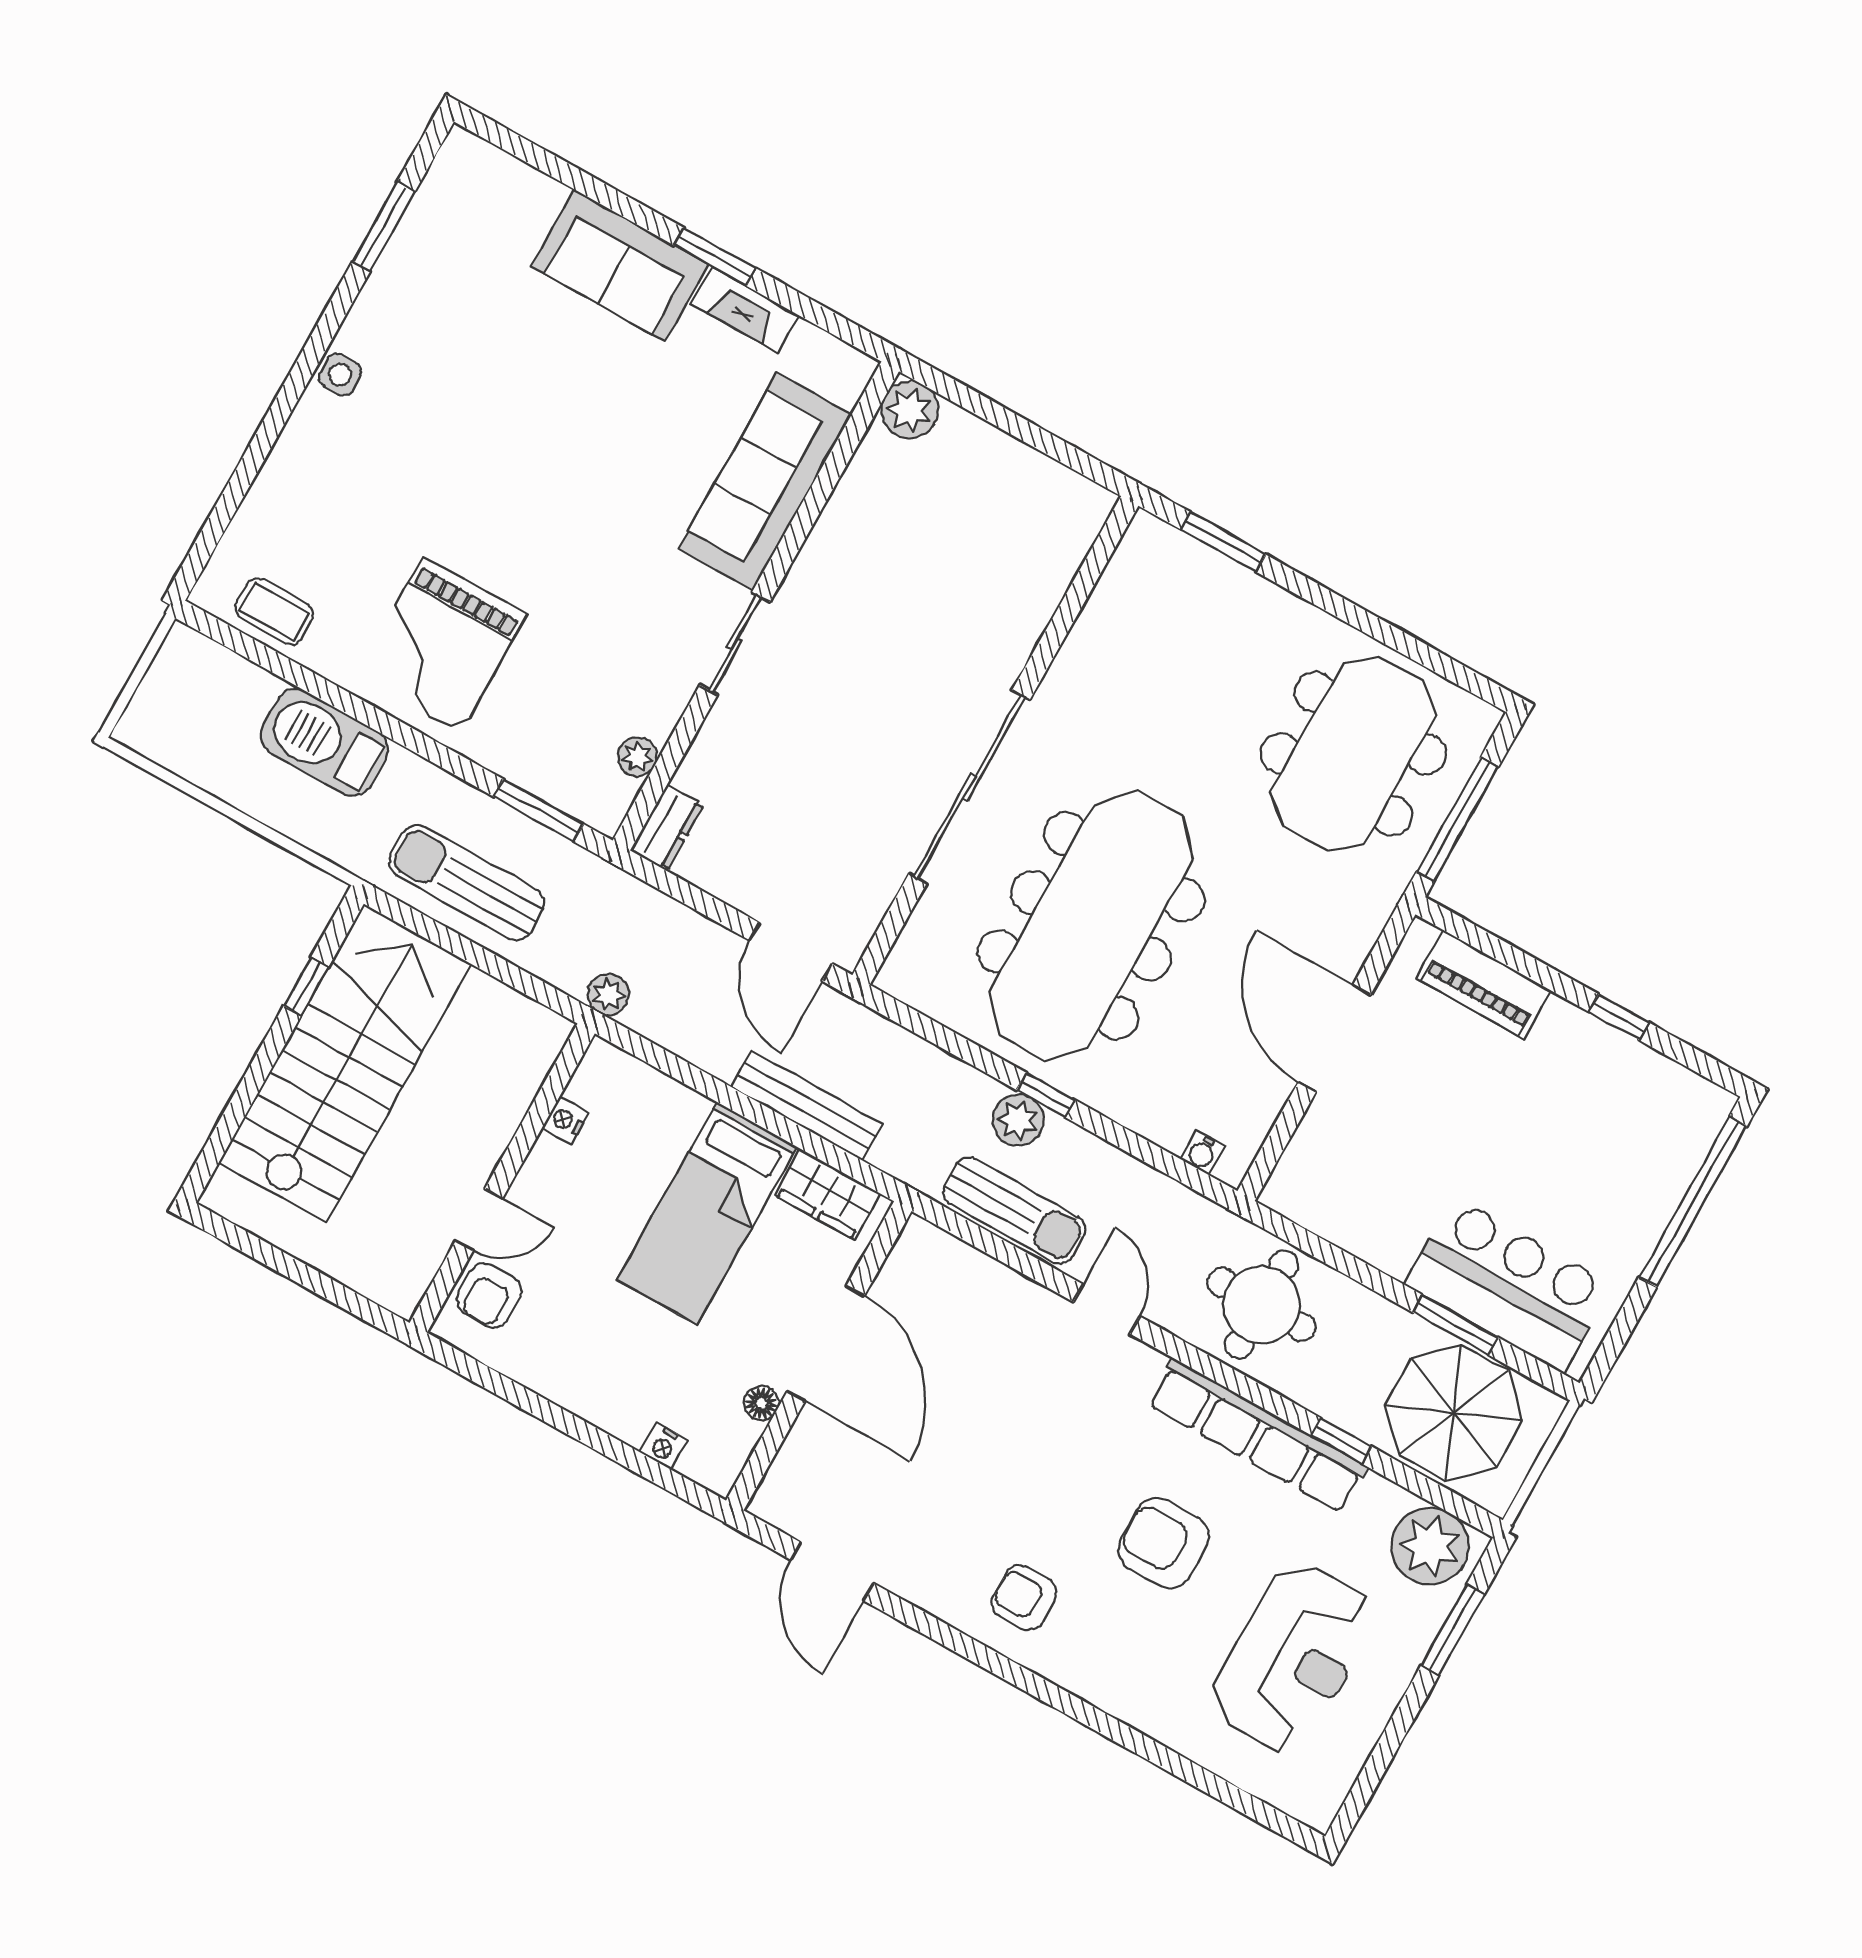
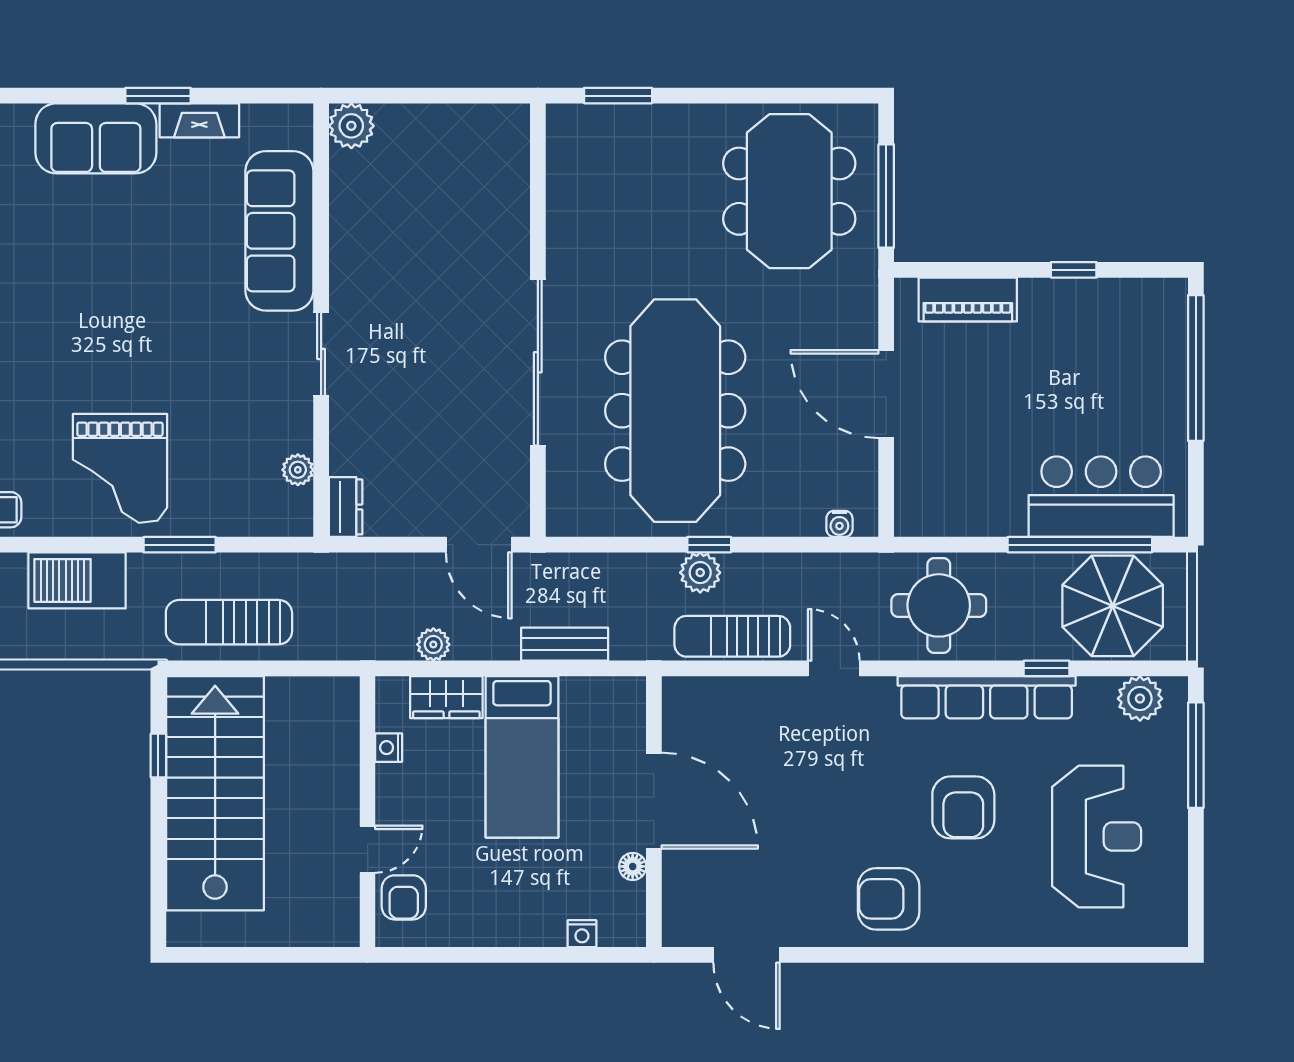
window: (539, 810) -> (180, 545), moved
plant: (608, 995) -> (433, 644), moved
bench: (807, 1105) -> (565, 644), width x0.73
wardrobe: (827, 1194) -> (446, 697), moved
sun lounger: (1014, 1211) -> (732, 636), turned 180
window: (1455, 1325) -> (1080, 545), width x2.11
armchair: (1163, 1543) -> (963, 807), turned -90
plant: (1430, 1546) -> (1140, 699), width x0.73, depth x0.73
armchair: (1024, 1598) -> (889, 899), width x1.38, depth x1.38
window: (1453, 1629) -> (1196, 755), width x1.44

